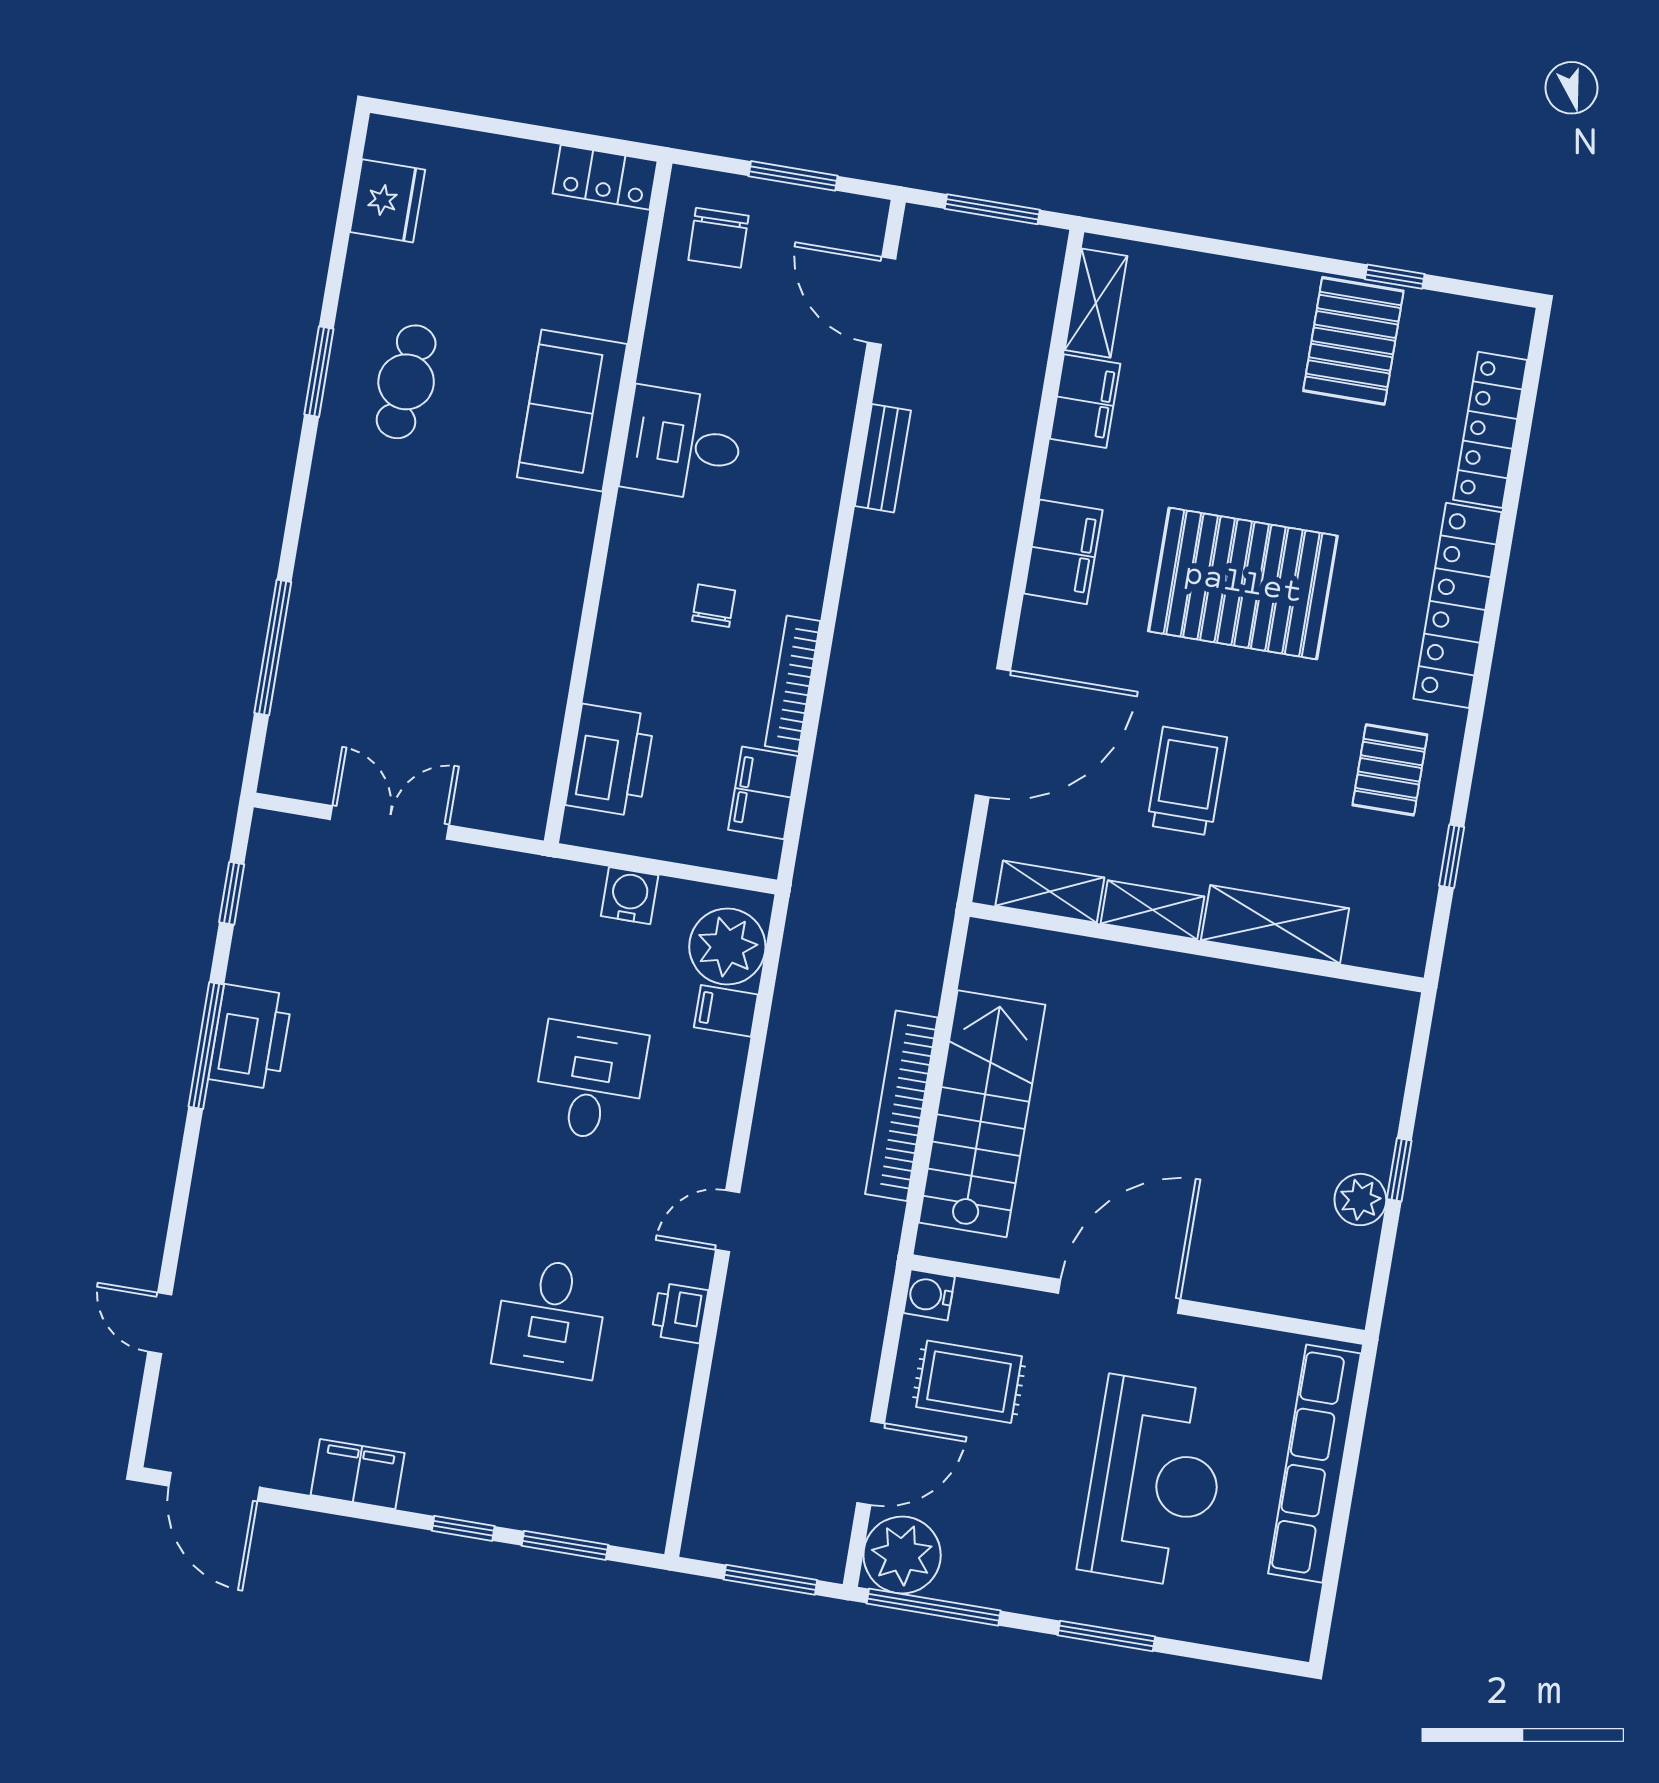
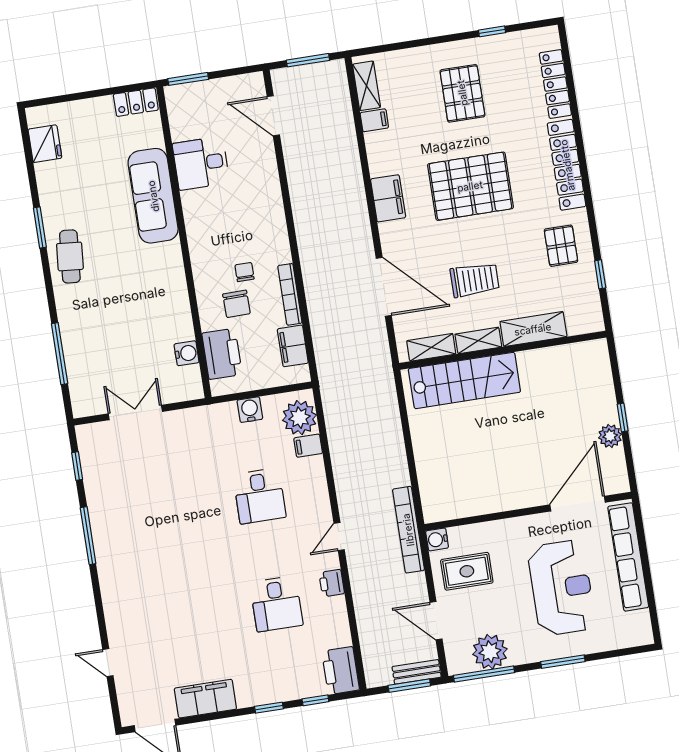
window: (793, 176) -> (188, 79), moved
chair: (718, 238) -> (236, 304), moved
pallet: (1353, 341) -> (462, 93), moved
cafe table: (406, 382) -> (70, 256), moved
filing cabinet: (1085, 401) -> (374, 120), width x0.50
sofa: (572, 411) -> (153, 196), width x1.36
desk: (683, 444) -> (201, 163), moved
bench: (883, 458) -> (417, 672), moved, turned 90
door: (993, 733) -> (384, 287), hinge flipped
water cooler: (537, 735) -> (187, 353), added
trolley: (1187, 781) -> (475, 280), turned 90
printer: (250, 1037) -> (341, 671), moved, turned 180
desk: (590, 1081) -> (260, 496), turned 180
bookcase: (901, 1106) -> (408, 530), moved
stairs: (982, 1114) -> (464, 380), moved, turned 90
door: (1119, 1296) -> (578, 504), moved
door: (871, 1463) -> (436, 621), swing flipped
filing cabinet: (358, 1474) -> (205, 699), width x1.50, depth x1.17
window: (565, 1545) -> (315, 700), width x0.67
plant: (902, 1555) -> (490, 652), moved

